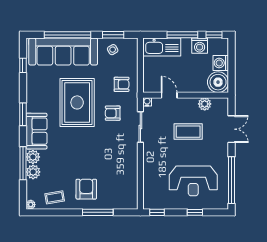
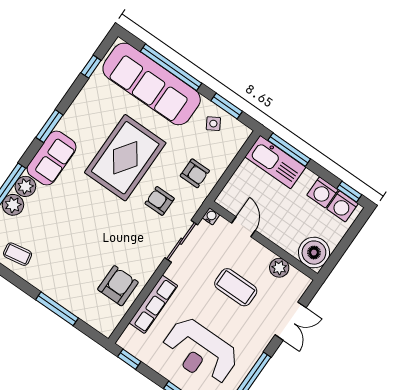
window: (182, 35) -> (289, 150), moved
washing machine: (221, 63) -> (342, 206), moved, turned -90
row of seats: (149, 173) -> (153, 304), added
armchair: (86, 189) -> (118, 286), moved

